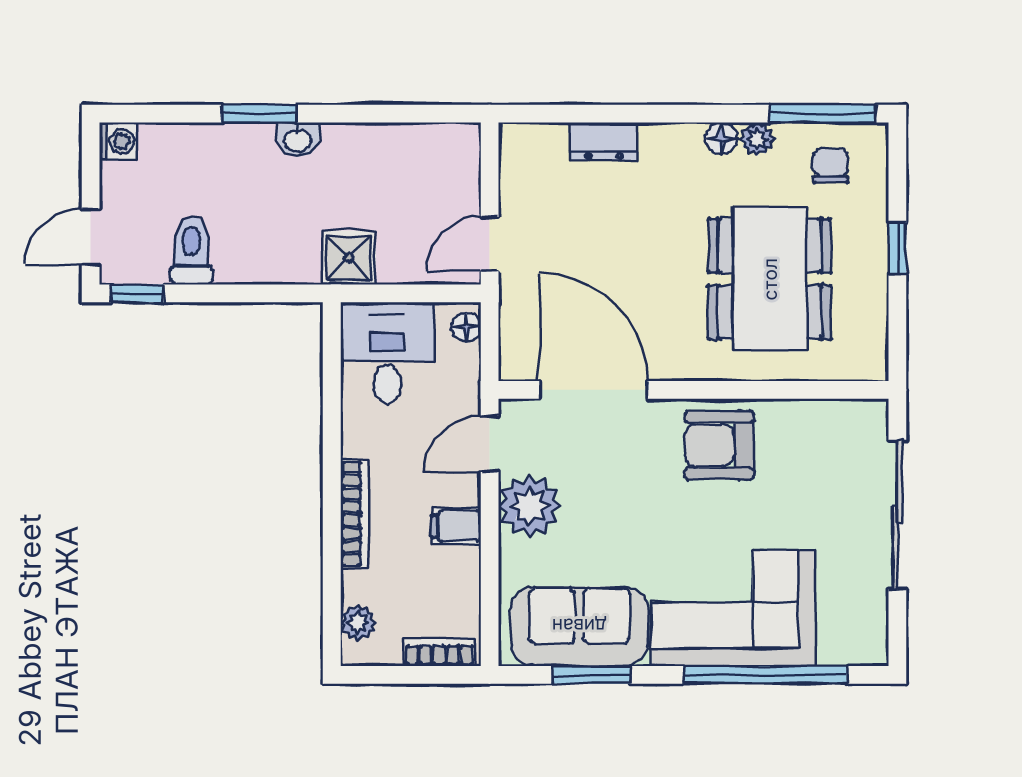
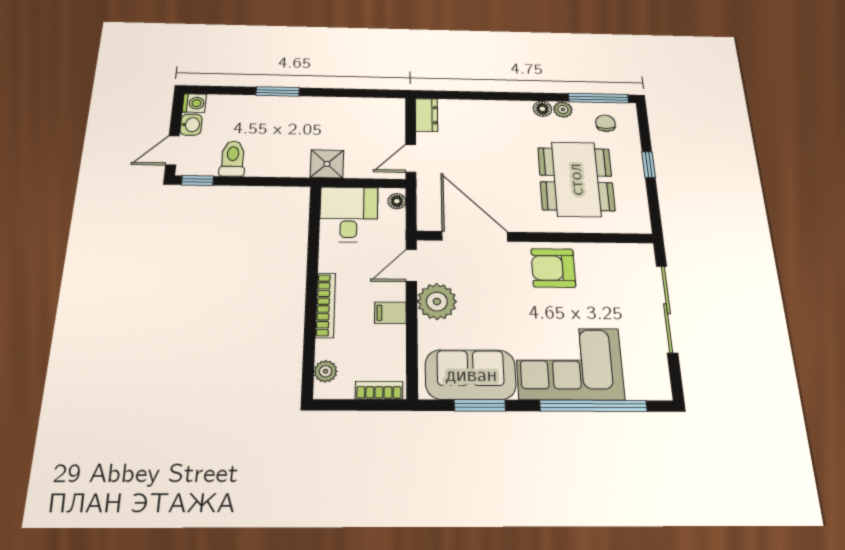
washbasin: (298, 140) -> (191, 125), moved, turned -90
dresser: (604, 141) -> (426, 115), moved, turned -90

